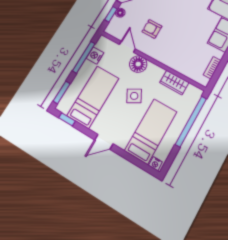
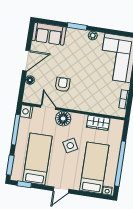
window: (111, 14) -> (23, 84), removed
armchair: (152, 29) -> (63, 85), turned 90
nightstand: (95, 56) -> (26, 112), moved
window: (191, 121) -> (120, 164), moved

